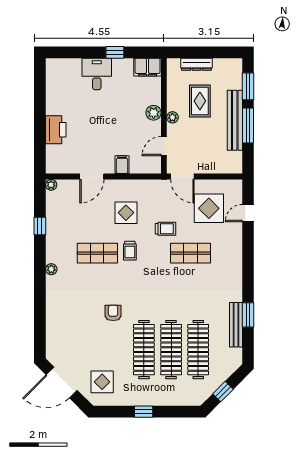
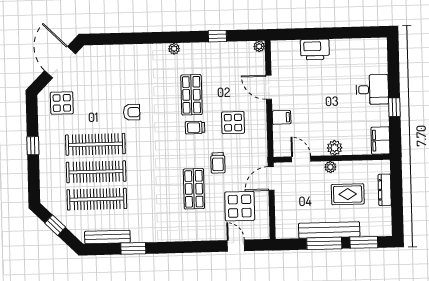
bench: (236, 325) -> (107, 237), moved

